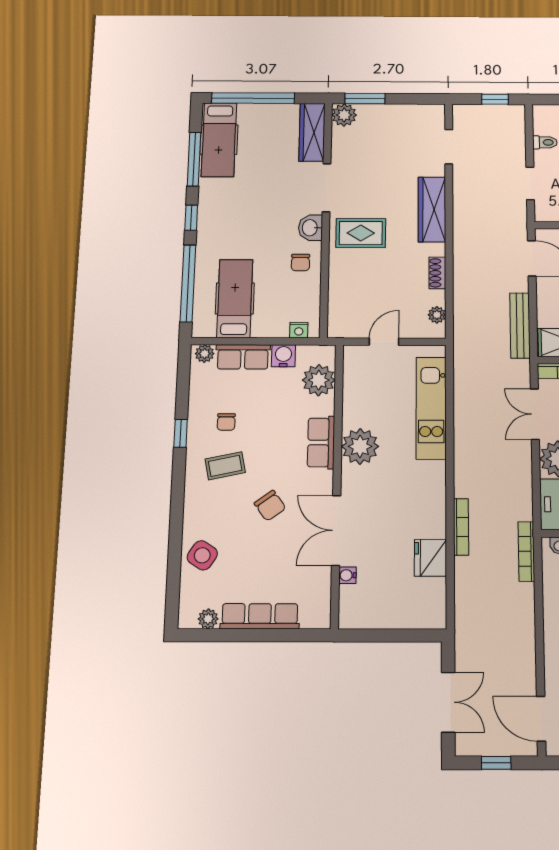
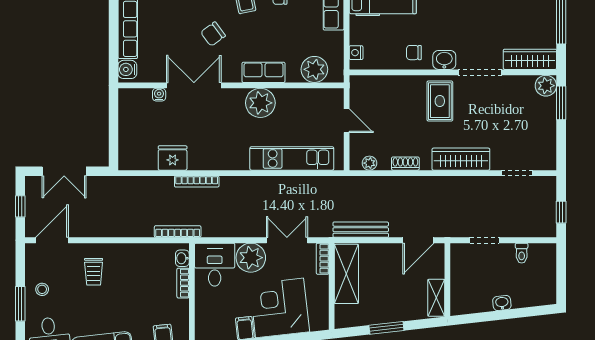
water cooler: (283, 356) -> (127, 69), moved, turned 180

